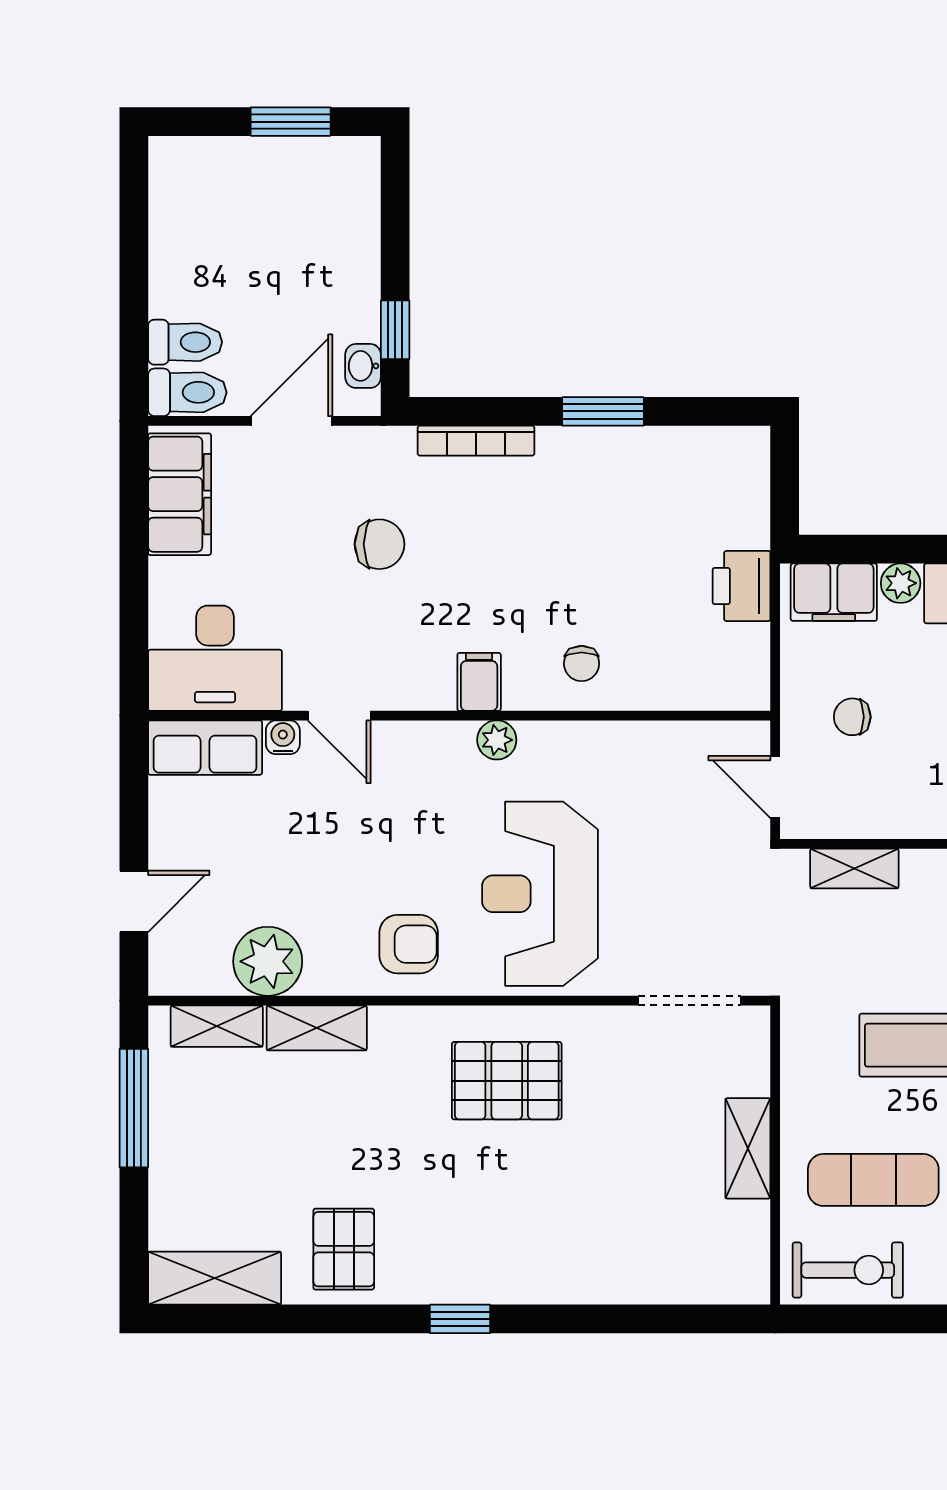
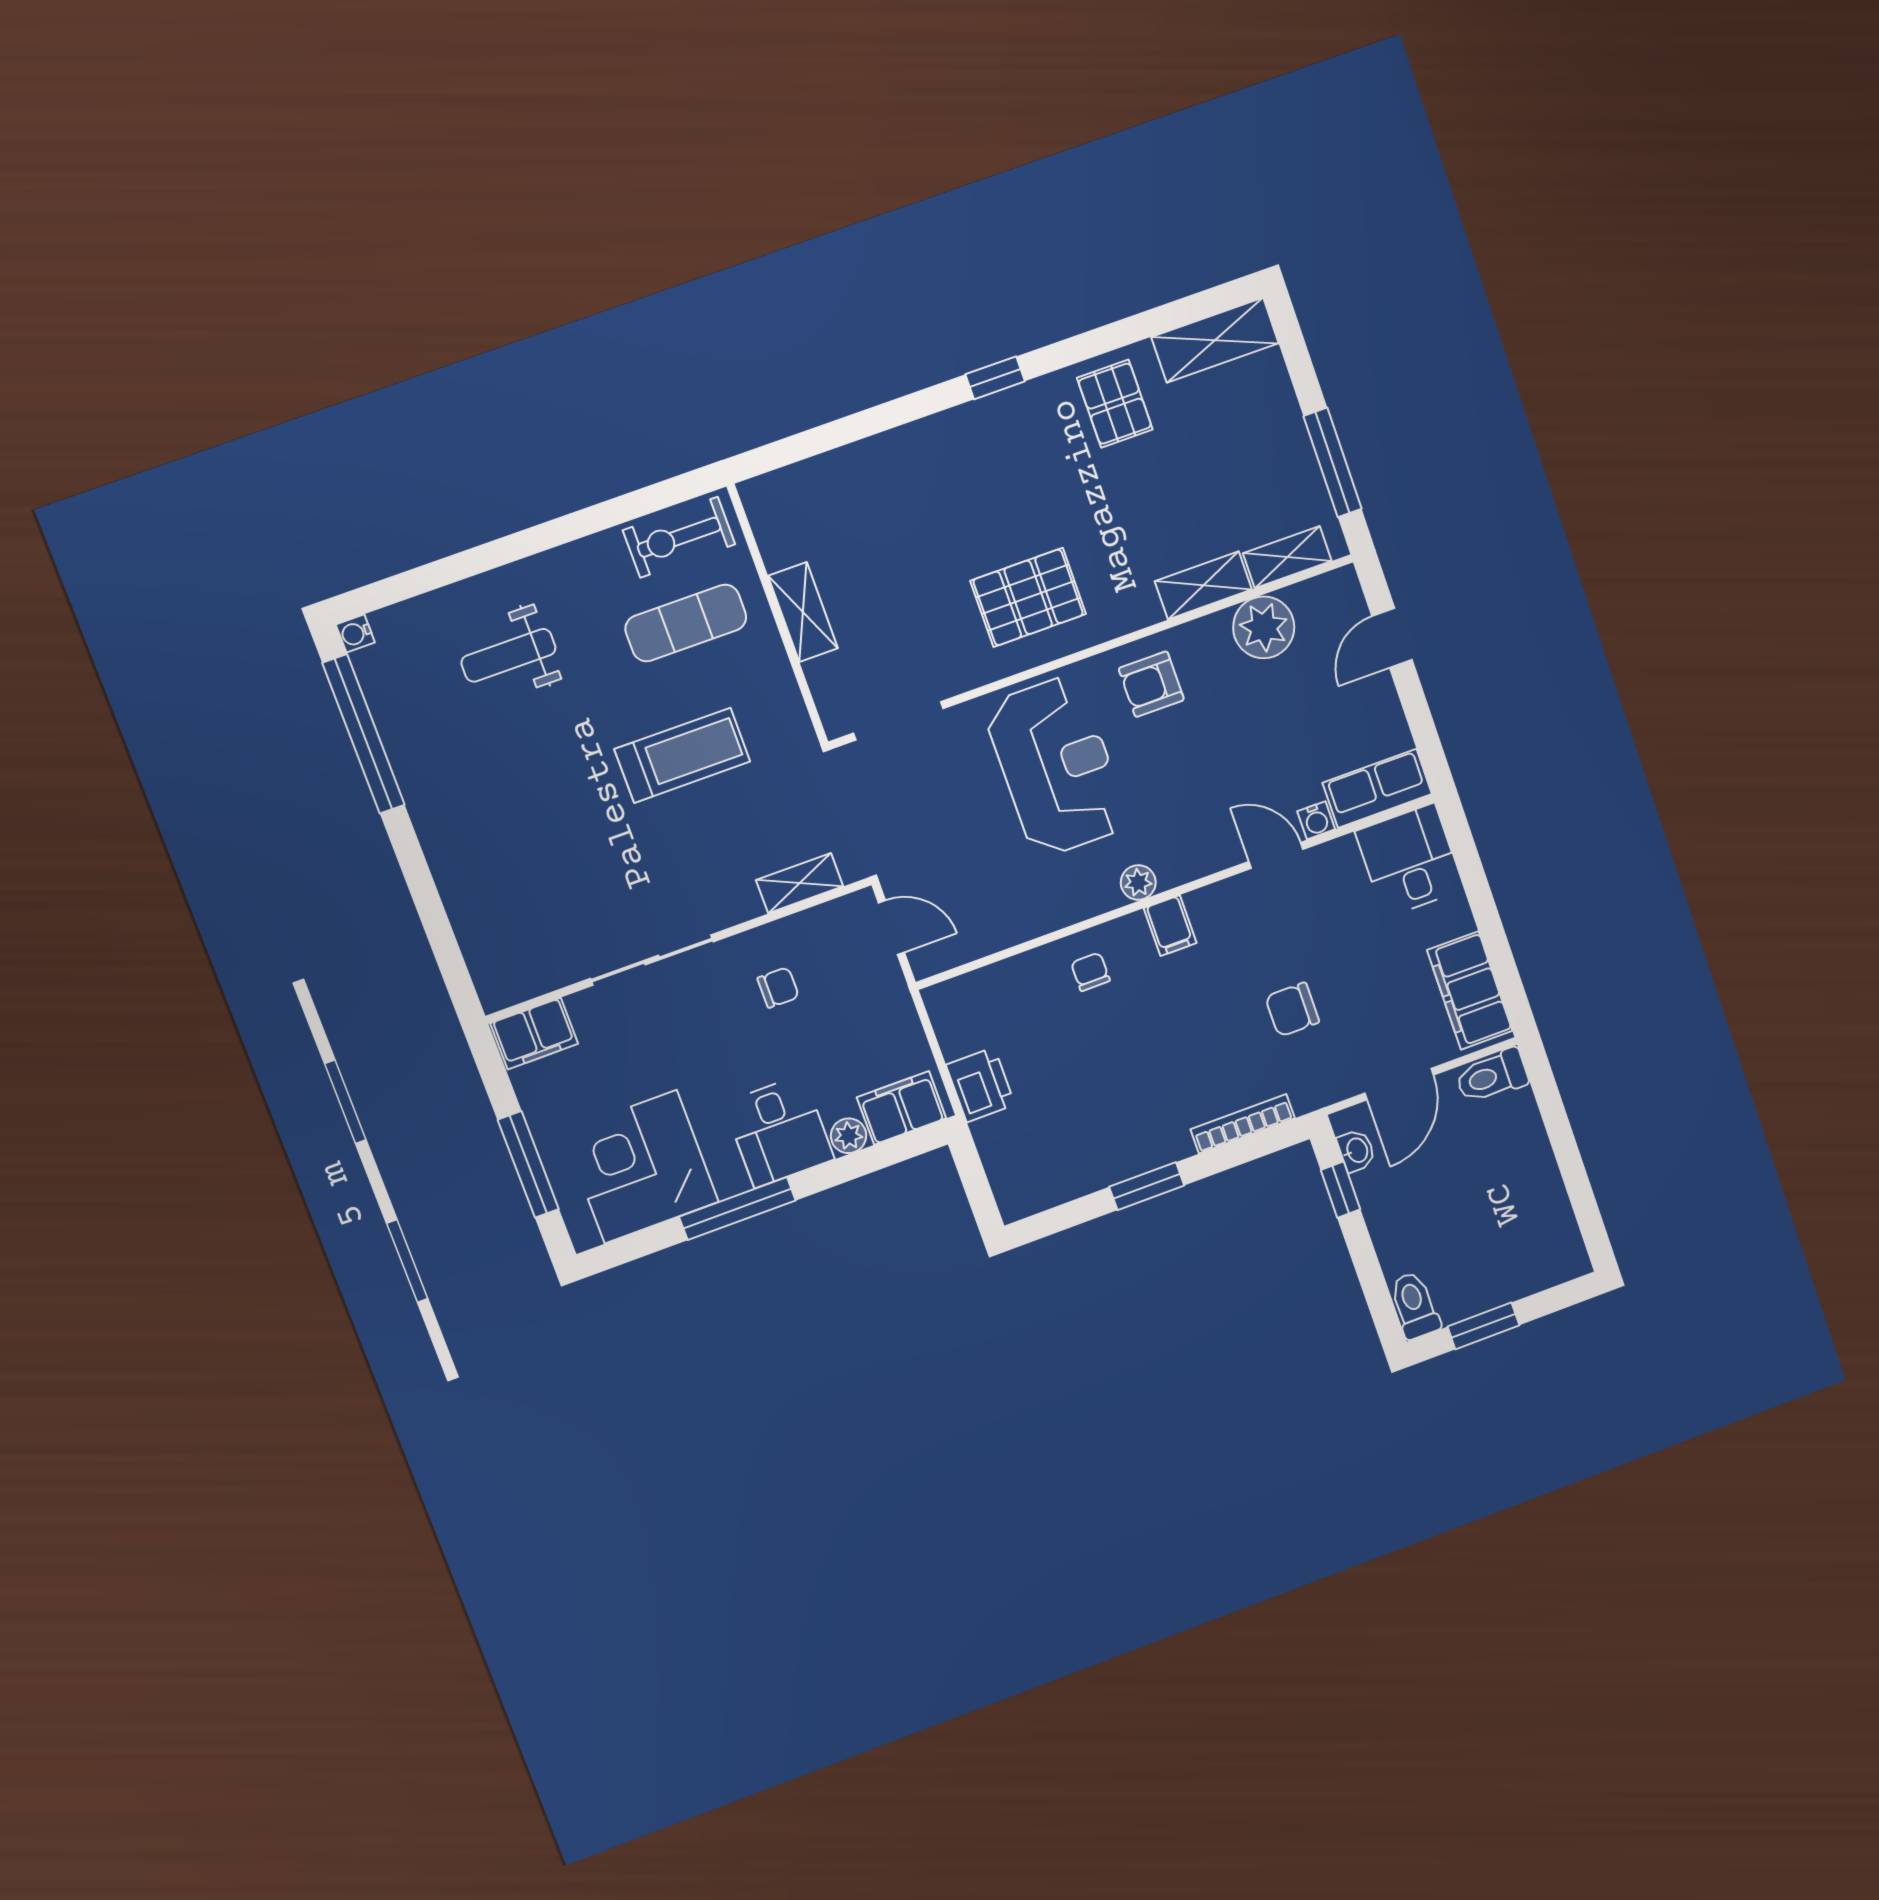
toilet: (185, 342) -> (1415, 1305), moved, turned 90
desk: (215, 658) -> (1409, 860), width x0.73
chair: (852, 717) -> (778, 988), moved

